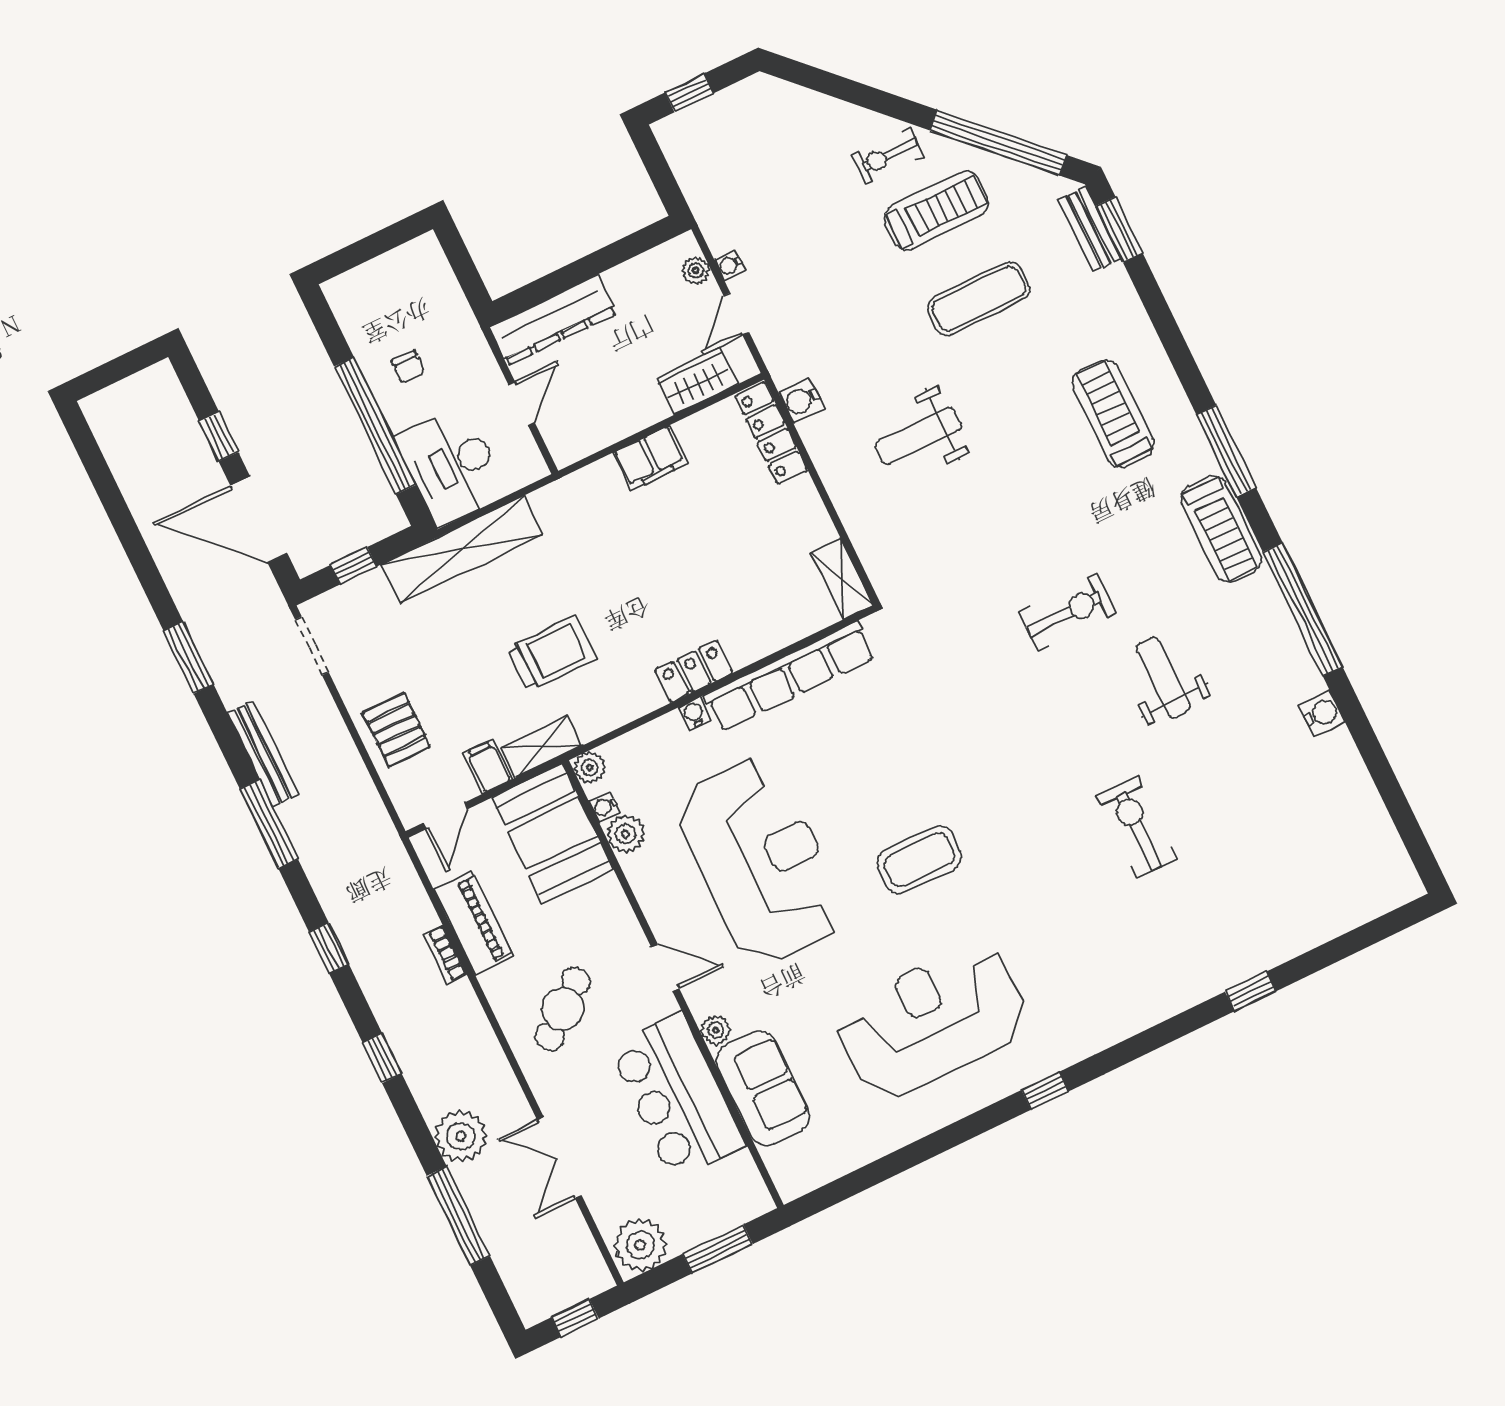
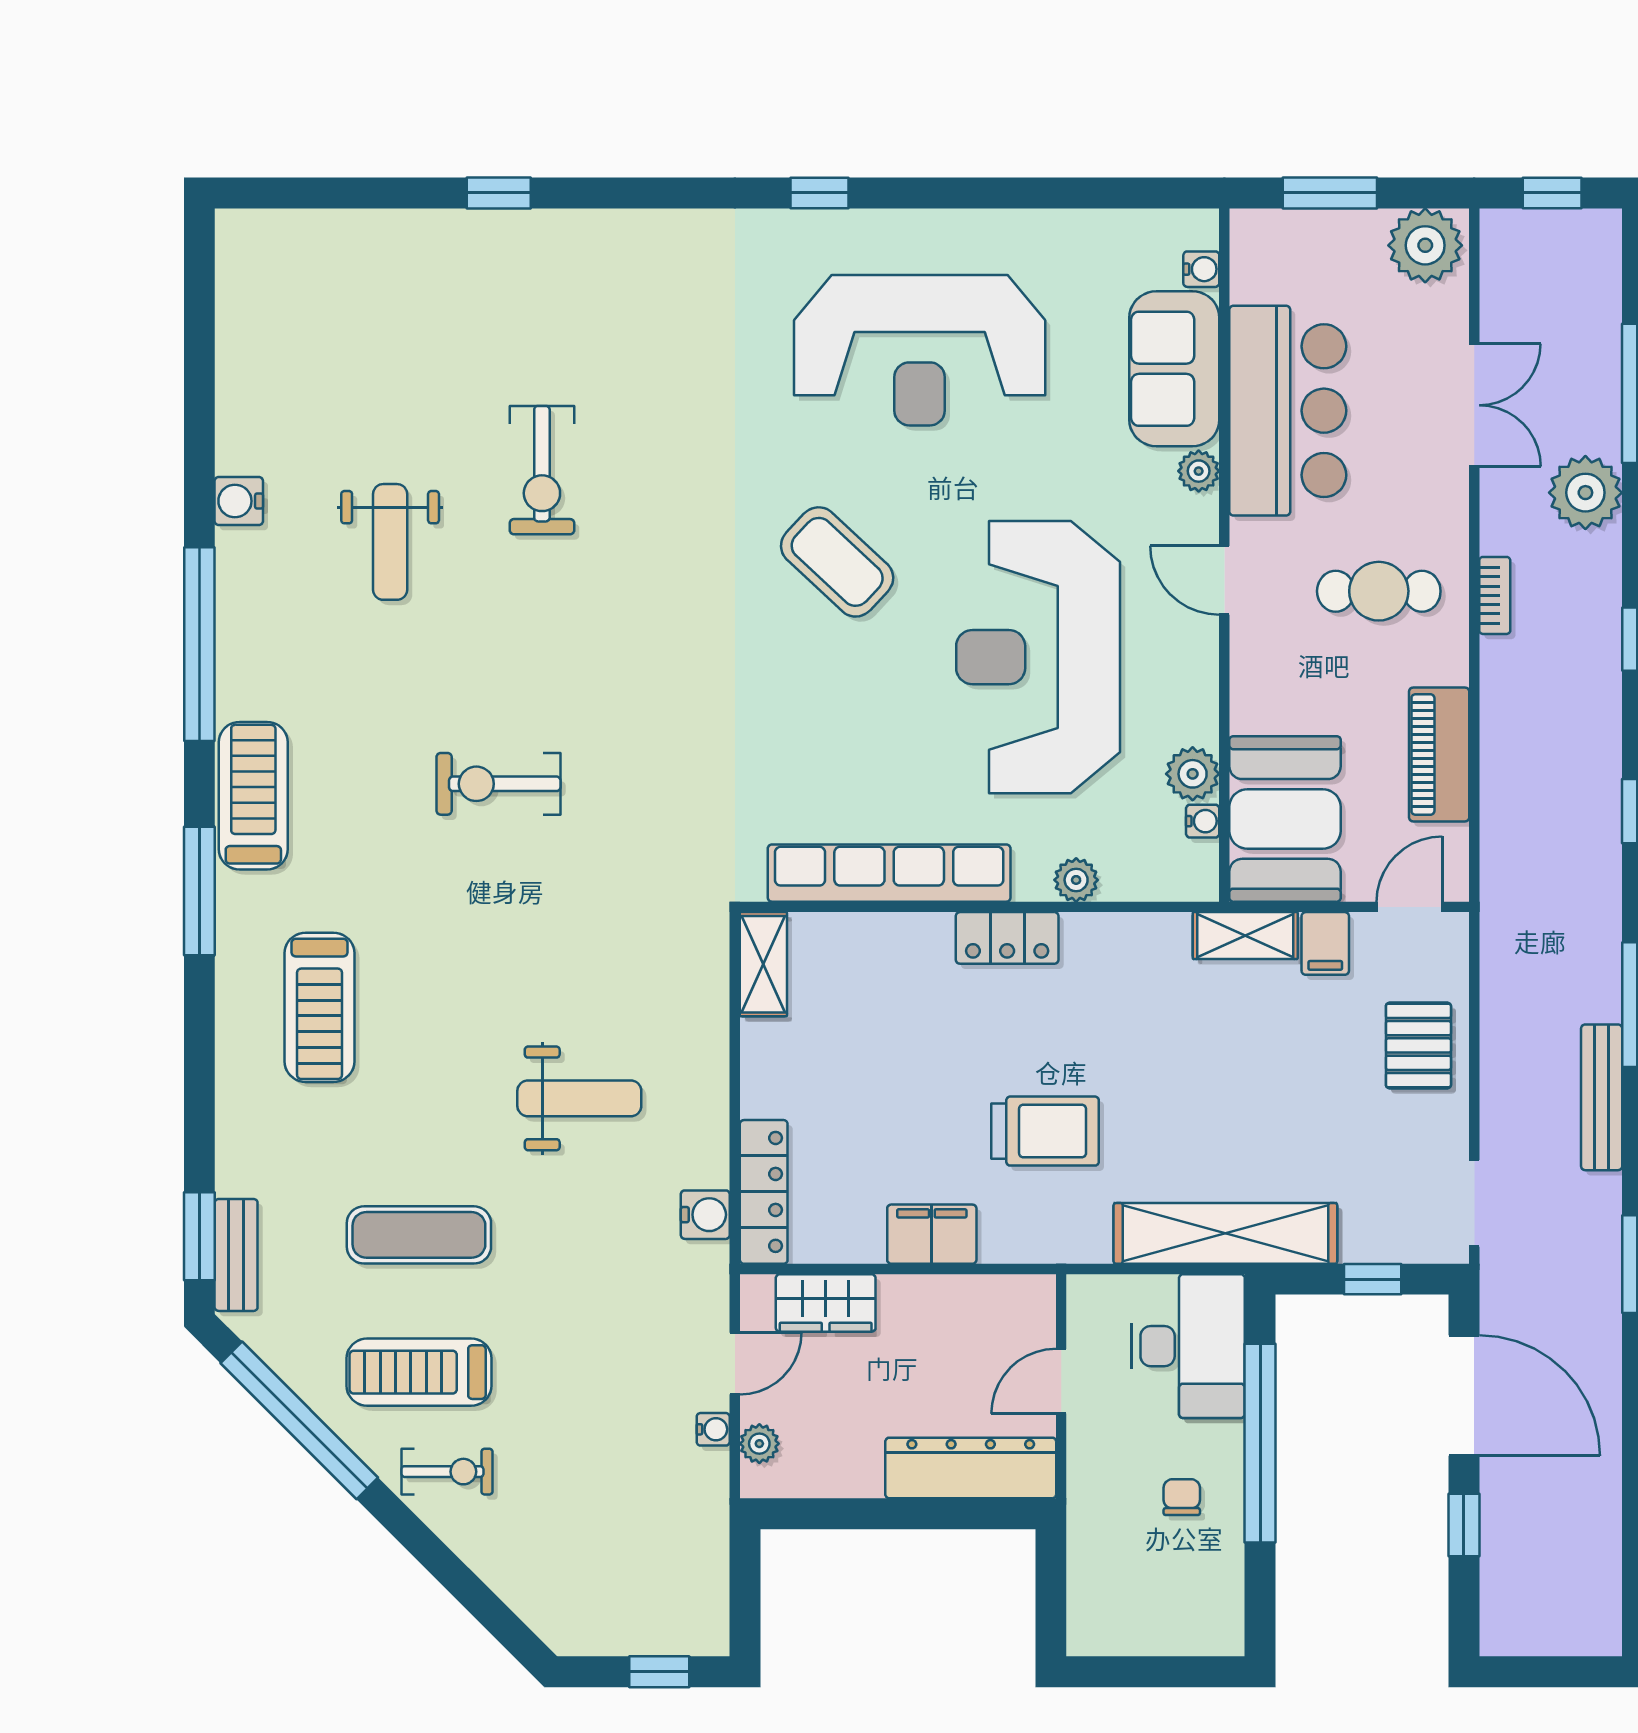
trolley: (552, 654) -> (1045, 1131), moved, turned 180
weight bench: (1163, 678) -> (390, 542), moved
water cooler: (694, 714) -> (1201, 269), moved, turned -90
plant: (590, 767) -> (1076, 880), moved
coffee table: (919, 860) -> (837, 562), turned 43
bookcase: (445, 954) -> (1495, 595), moved
cafe table: (563, 1009) -> (1379, 591), turned 39

